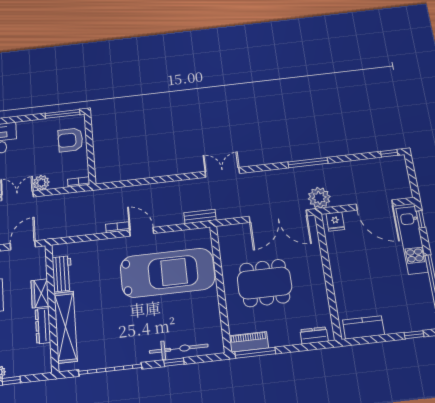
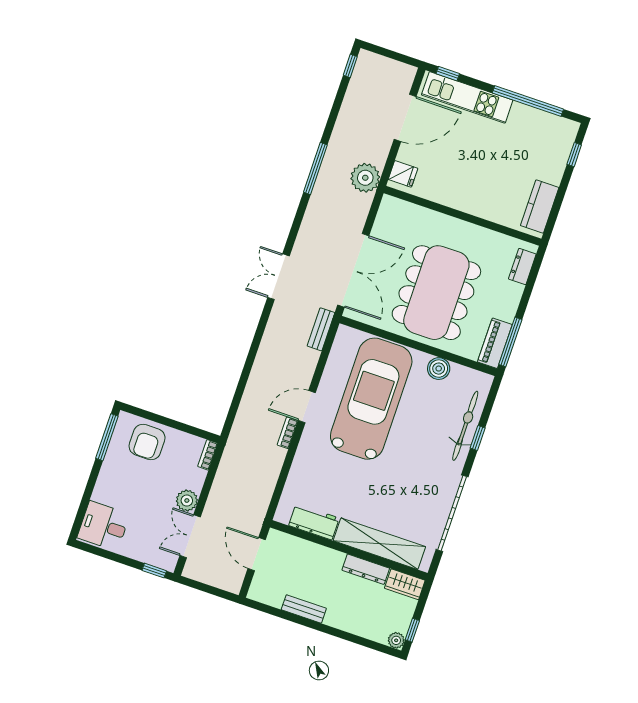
double door: (278, 216) -> (353, 270), moved
dining table: (265, 283) -> (436, 293), width x1.36, depth x1.24
wardrobe: (40, 293) -> (405, 584), moved
boiler: (211, 310) -> (439, 369), added

